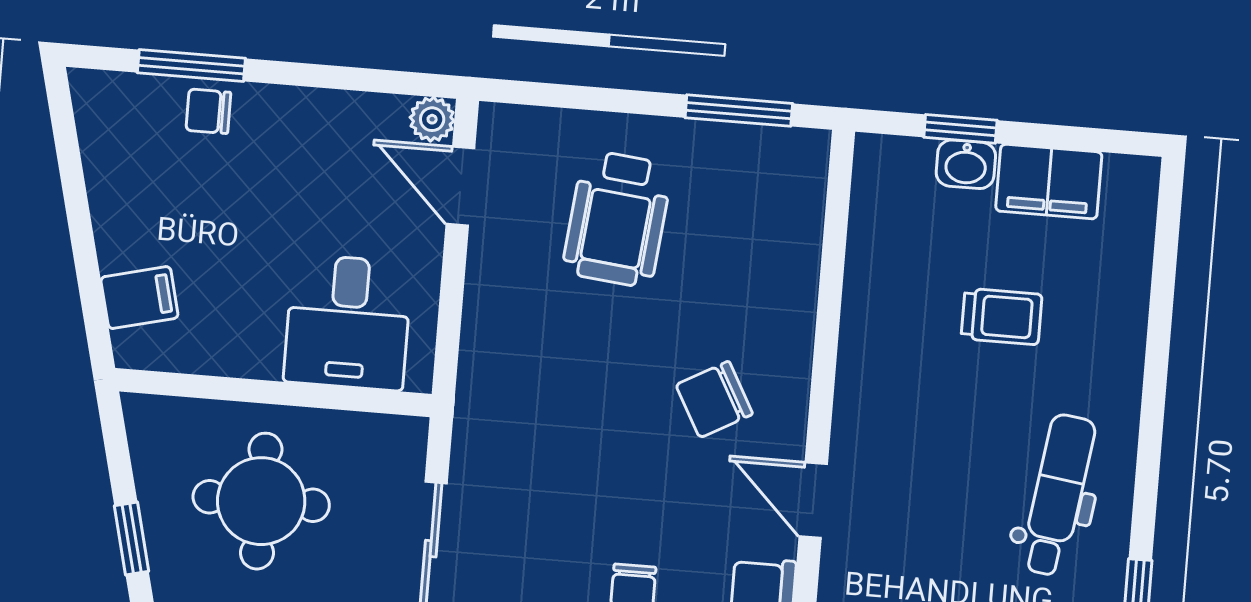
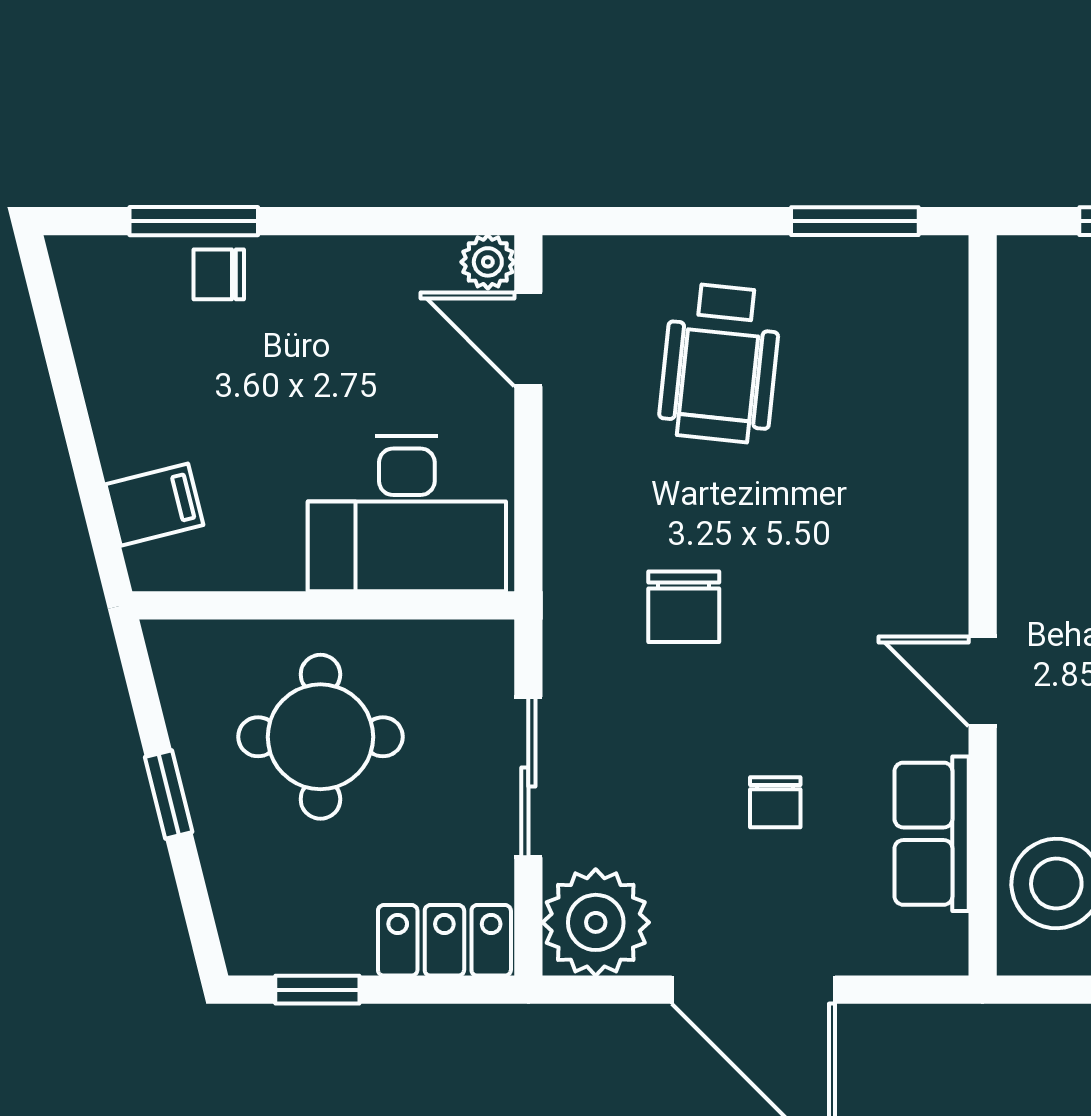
desk: (348, 322) -> (407, 514), width x1.37
chair: (714, 399) -> (684, 607), moved, turned -61

